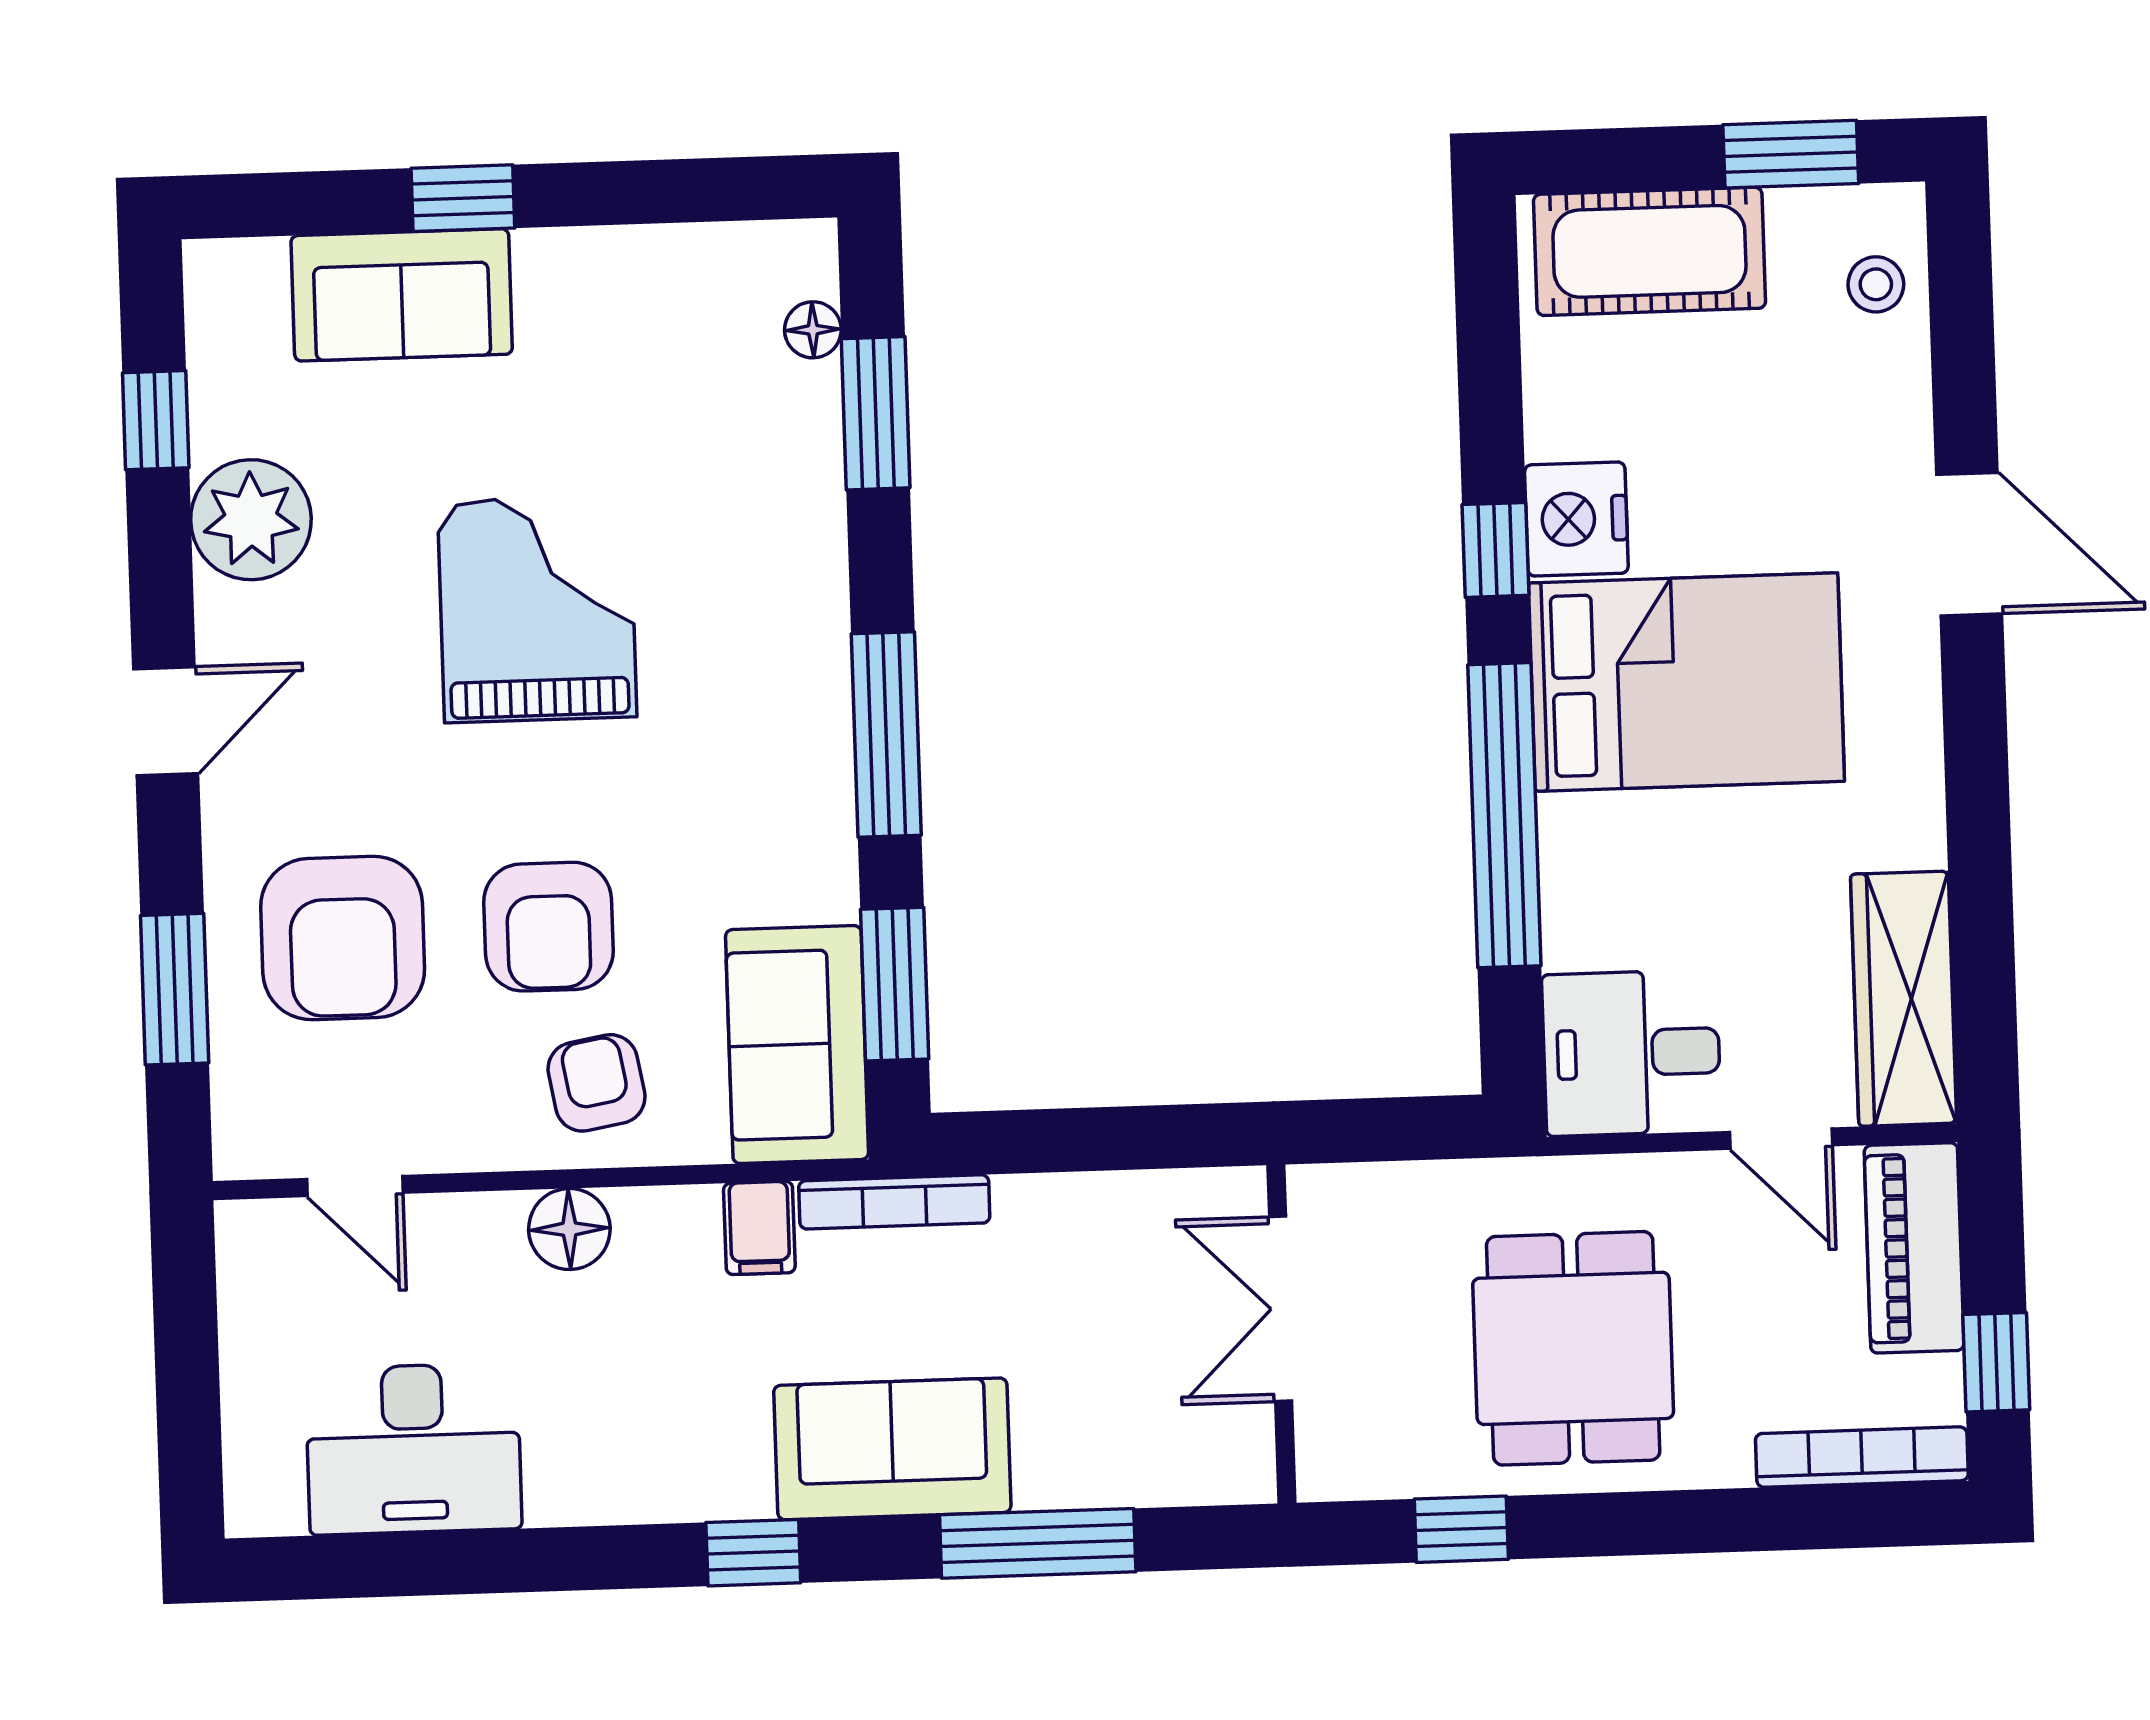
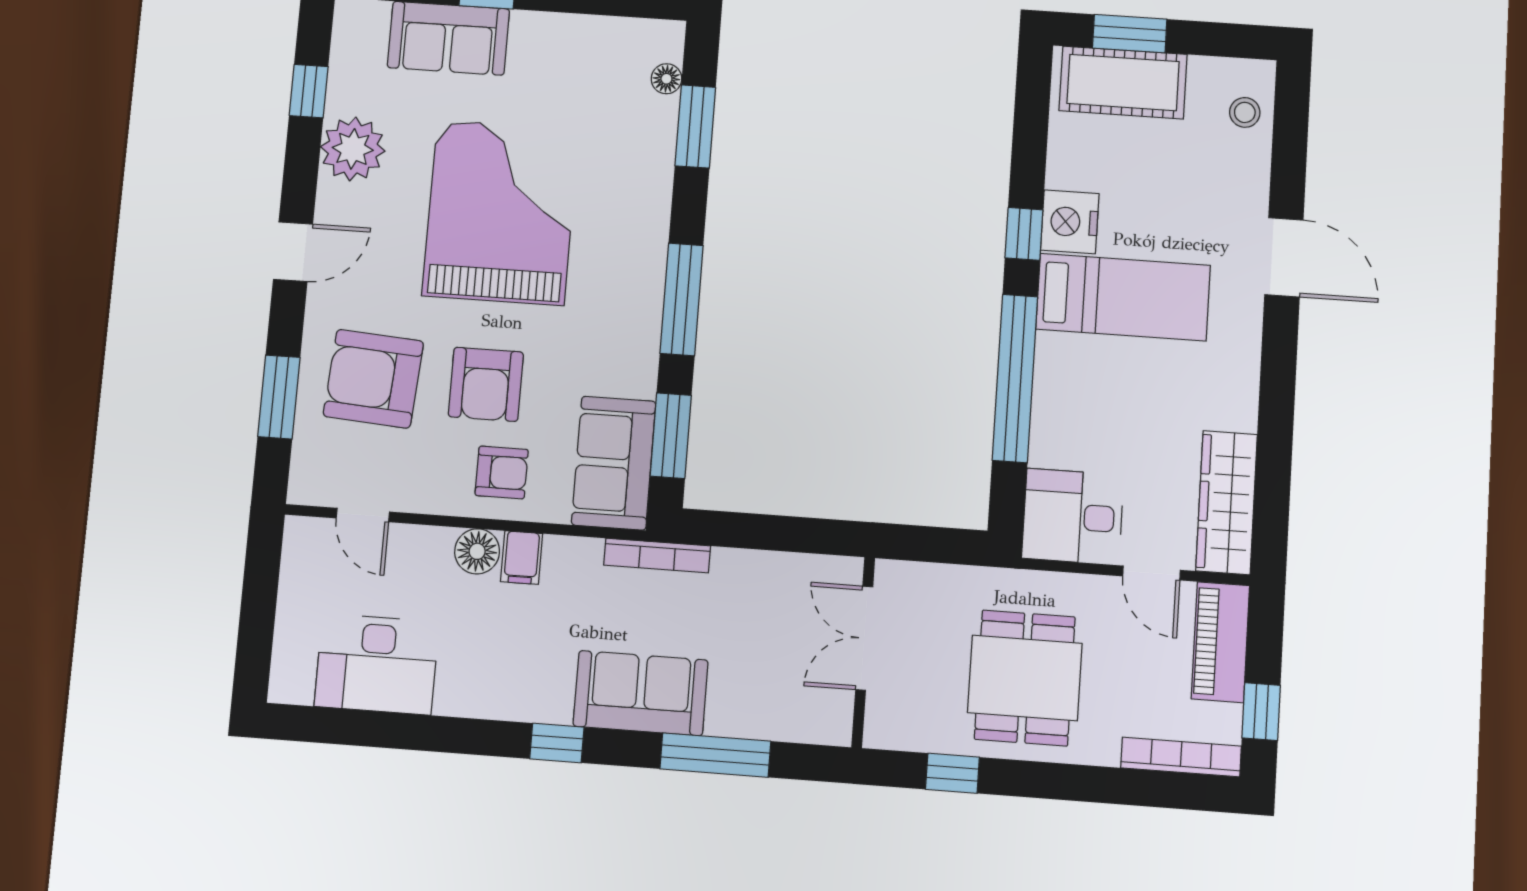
window: (1791, 154) -> (1130, 34), moved
grand piano: (537, 609) -> (500, 212), width x1.37, depth x1.48
bed: (1686, 682) -> (1123, 297), width x0.67
armchair: (343, 938) -> (373, 379), turned 94
armchair: (597, 1083) -> (502, 472), turned 100
filing cabinet: (759, 1228) -> (522, 558), moved

